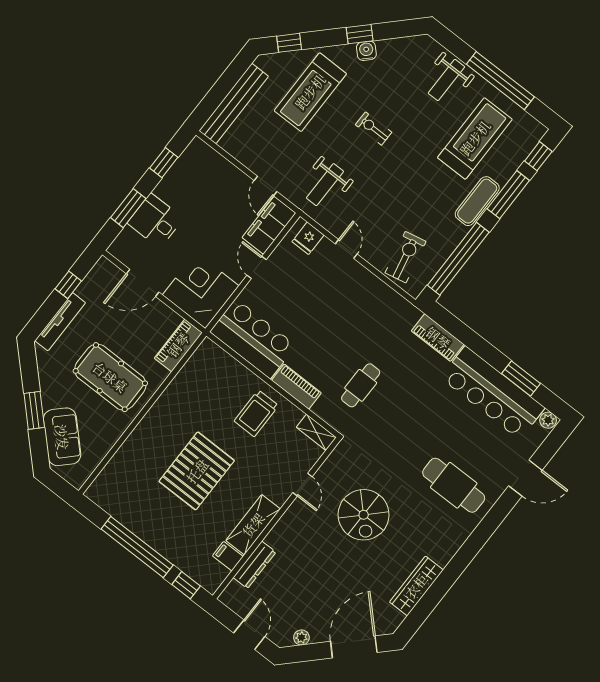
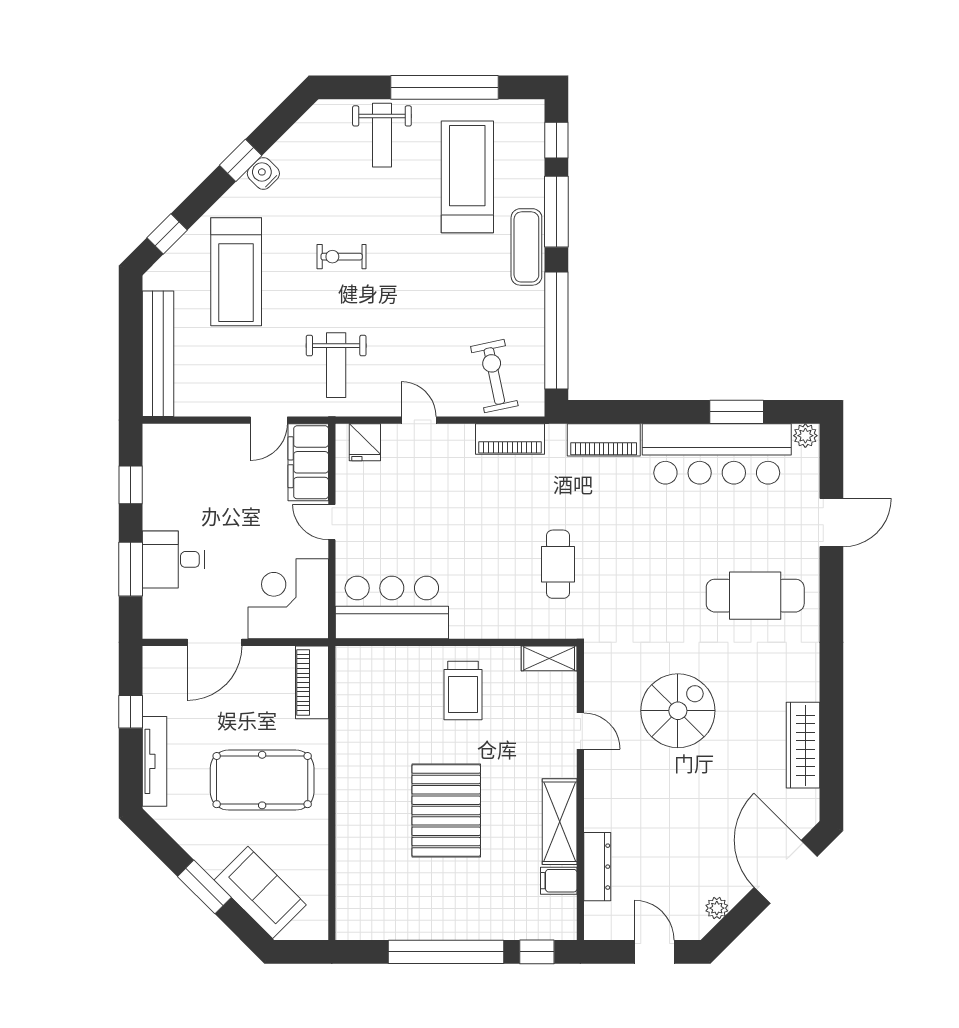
door: (265, 186) -> (269, 420), hinge flipped
piano: (296, 387) -> (510, 439), moved, turned 180
spiral stairs: (364, 515) -> (678, 711), turned -90

